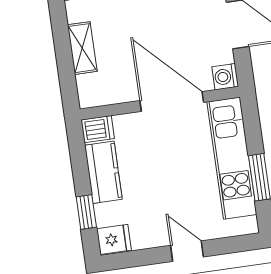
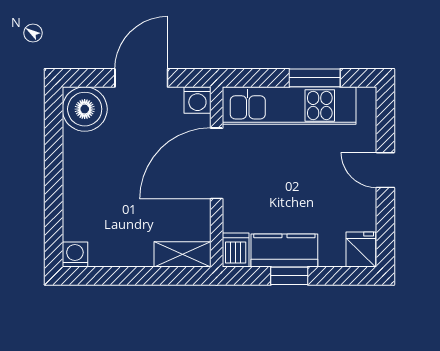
shelving: (82, 48) -> (182, 254), moved
window: (86, 212) -> (289, 276), moved
door: (187, 251) -> (385, 170), hinge flipped

